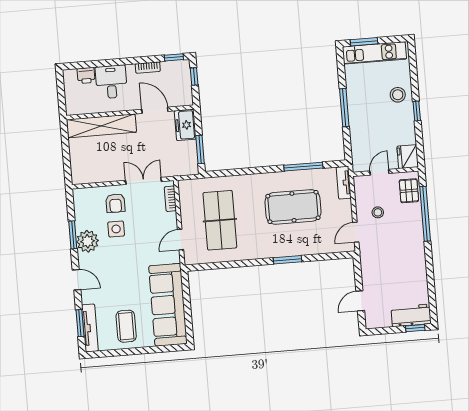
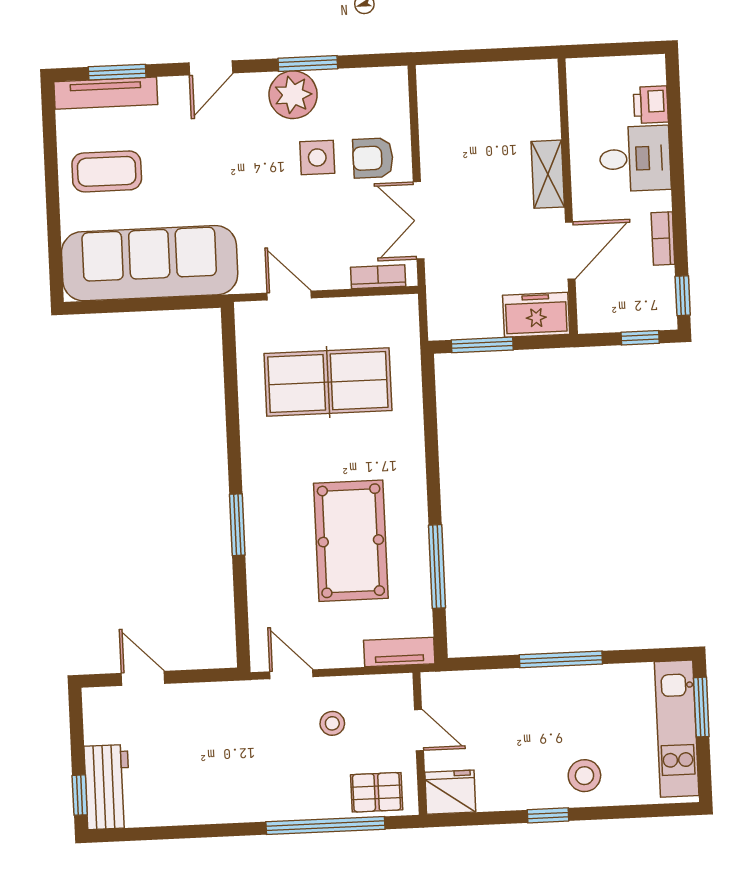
shelving: (102, 126) -> (548, 174), width x0.45, depth x0.75
double door: (143, 181) -> (419, 220), swing flipped

